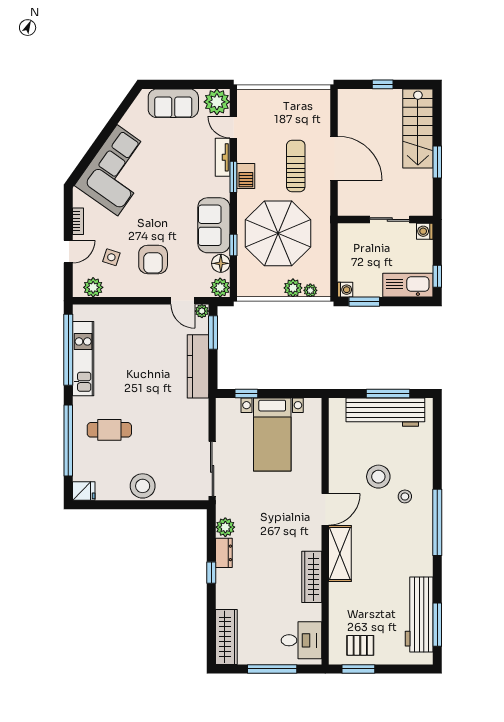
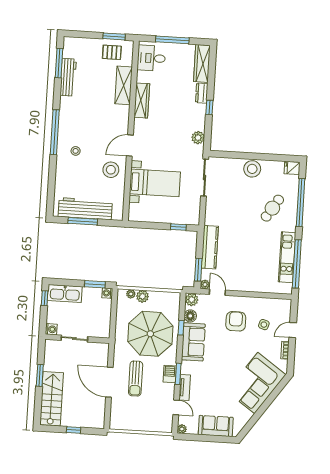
plant: (217, 102) -> (182, 429), width x0.53, depth x0.53
plant: (93, 287) -> (277, 305), removed
cafe table: (109, 430) -> (272, 208), turned -57
bed with nightstands: (272, 435) -> (155, 183), moved, turned 90
stool: (378, 477) -> (111, 170), moved
dresser: (224, 553) -> (202, 93), moved
shelving: (340, 554) -> (124, 85), moved
workbench: (419, 615) -> (68, 77), width x0.73, depth x0.76

